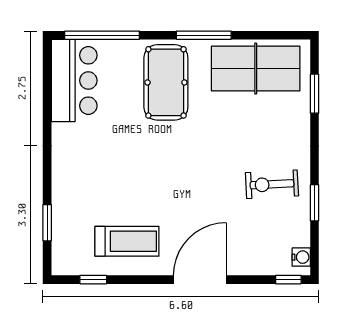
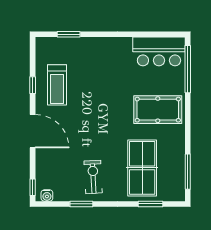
window: (204, 35) -> (188, 172), moved
table tennis table: (256, 69) -> (142, 168), moved
window: (93, 280) -> (33, 85), moved

